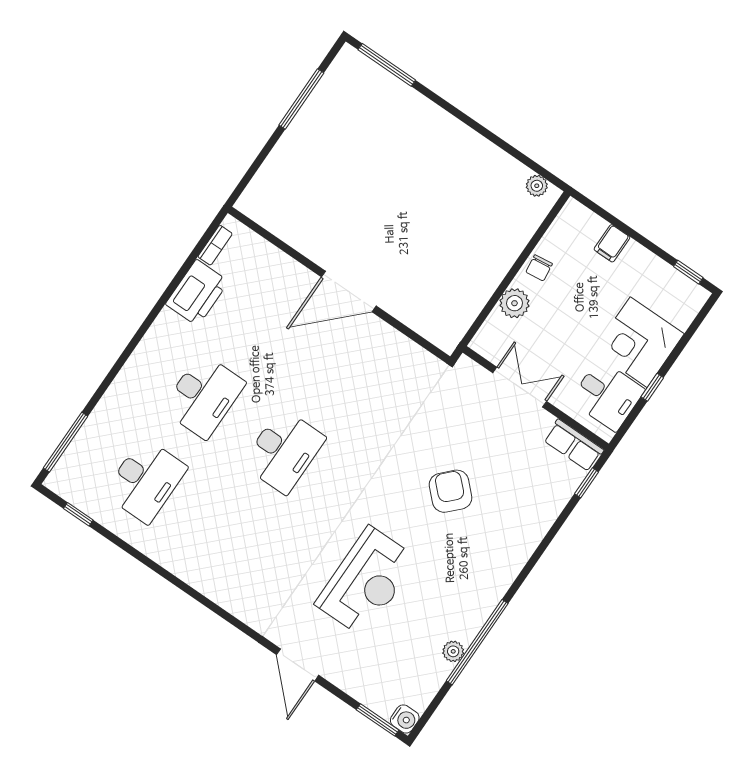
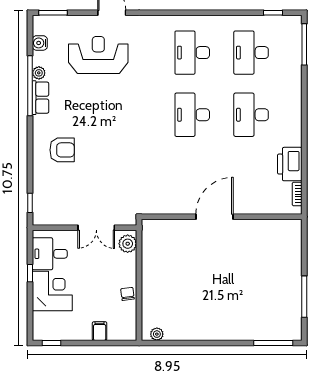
plant: (514, 303) -> (128, 244), moved
row of seats: (574, 445) -> (41, 98), moved, turned 90
armchair: (451, 491) -> (62, 150), moved, turned -44
desk: (226, 536) -> (192, 53), added
reception desk: (366, 581) -> (98, 55), moved, turned 90
water cooler: (405, 719) -> (40, 43), moved

